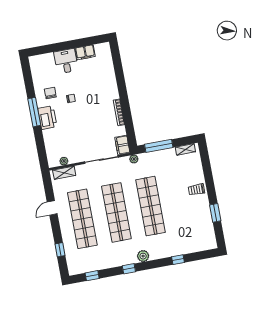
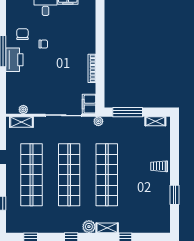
shelving: (160, 254) -> (107, 228), added

